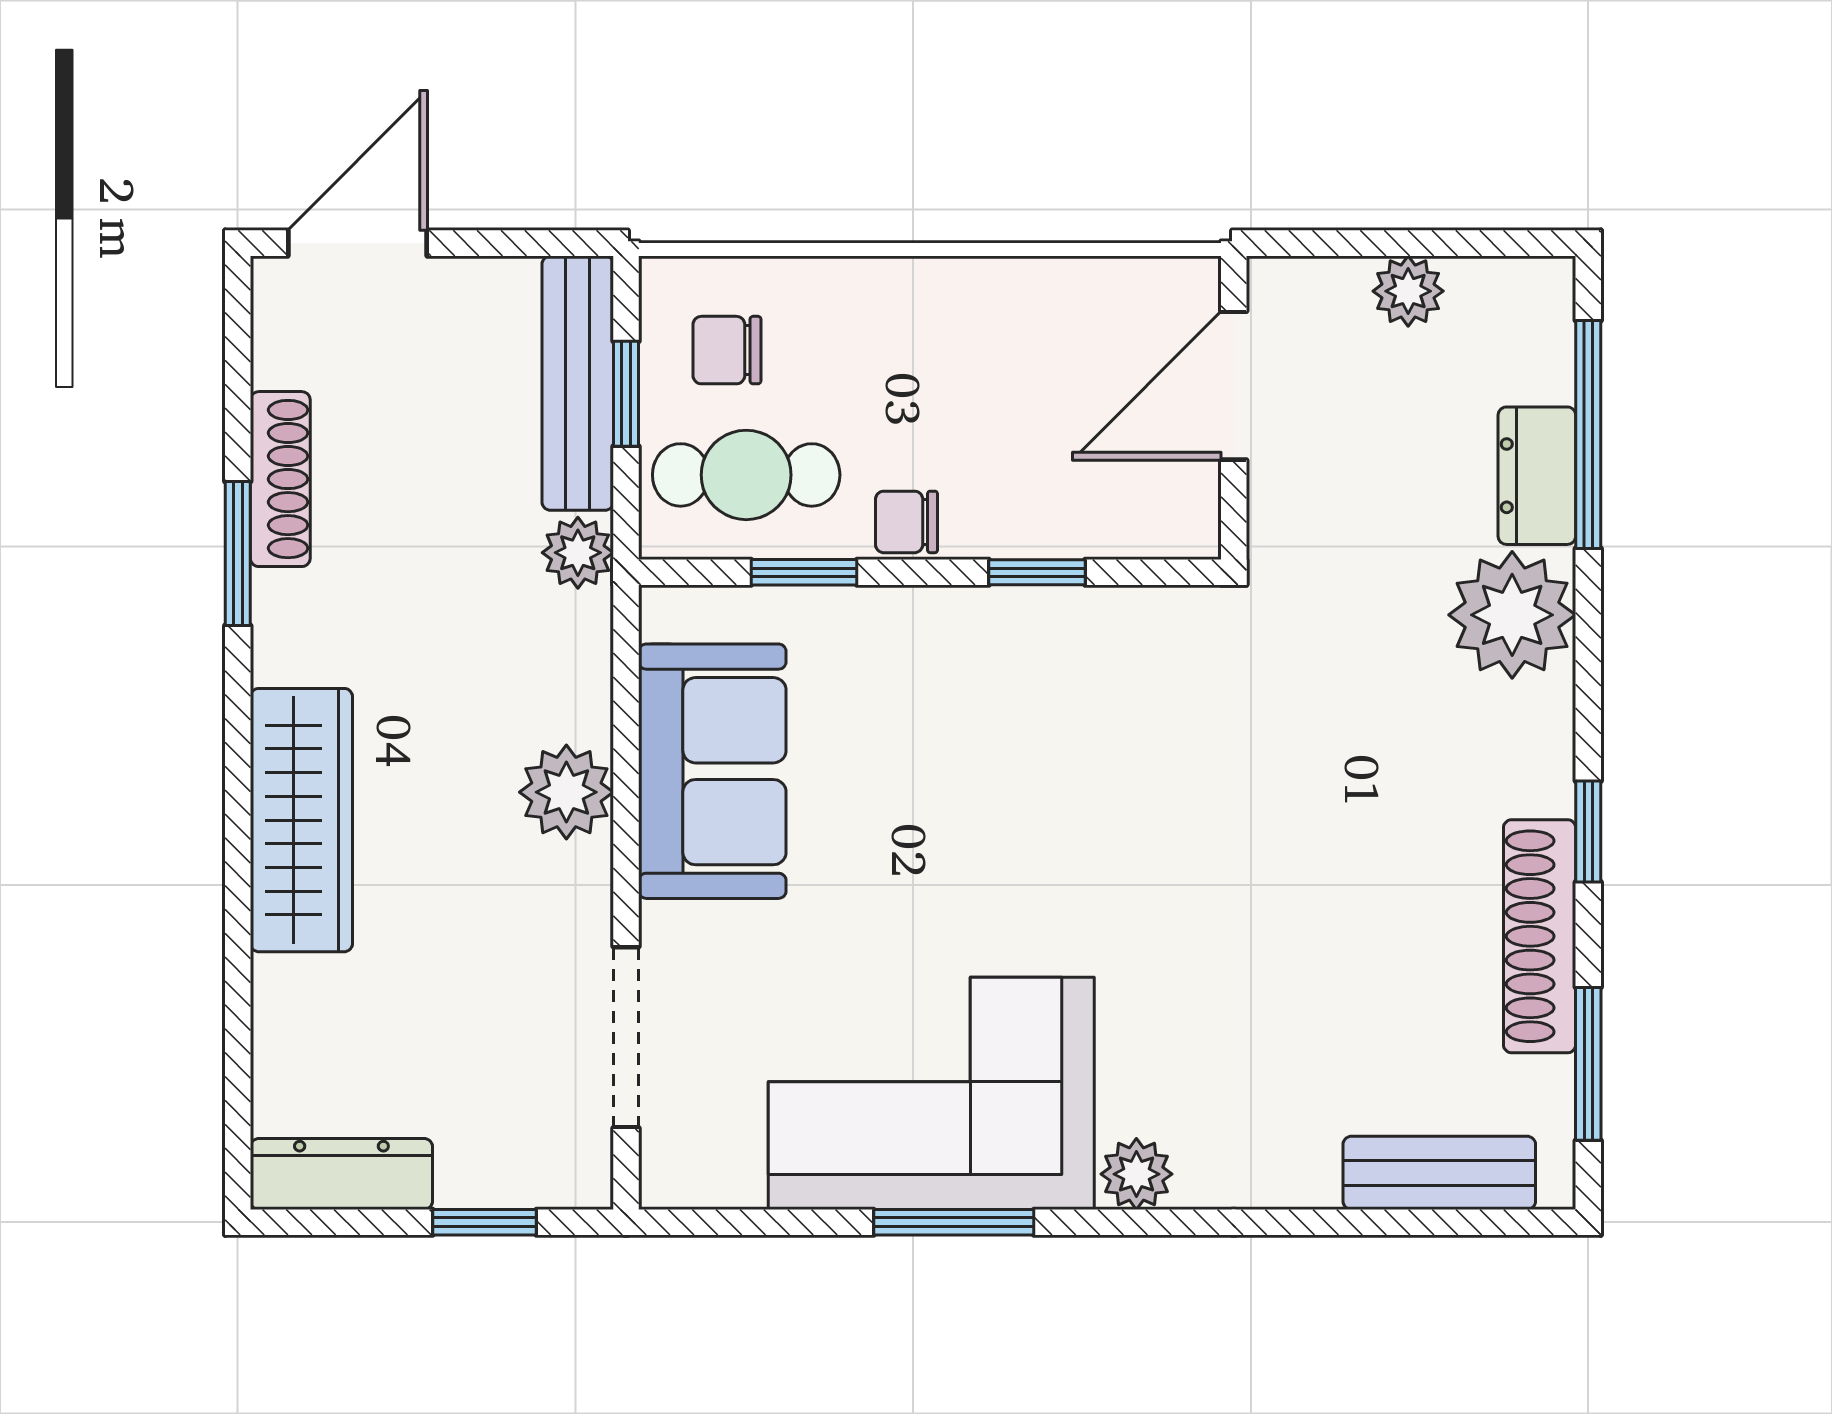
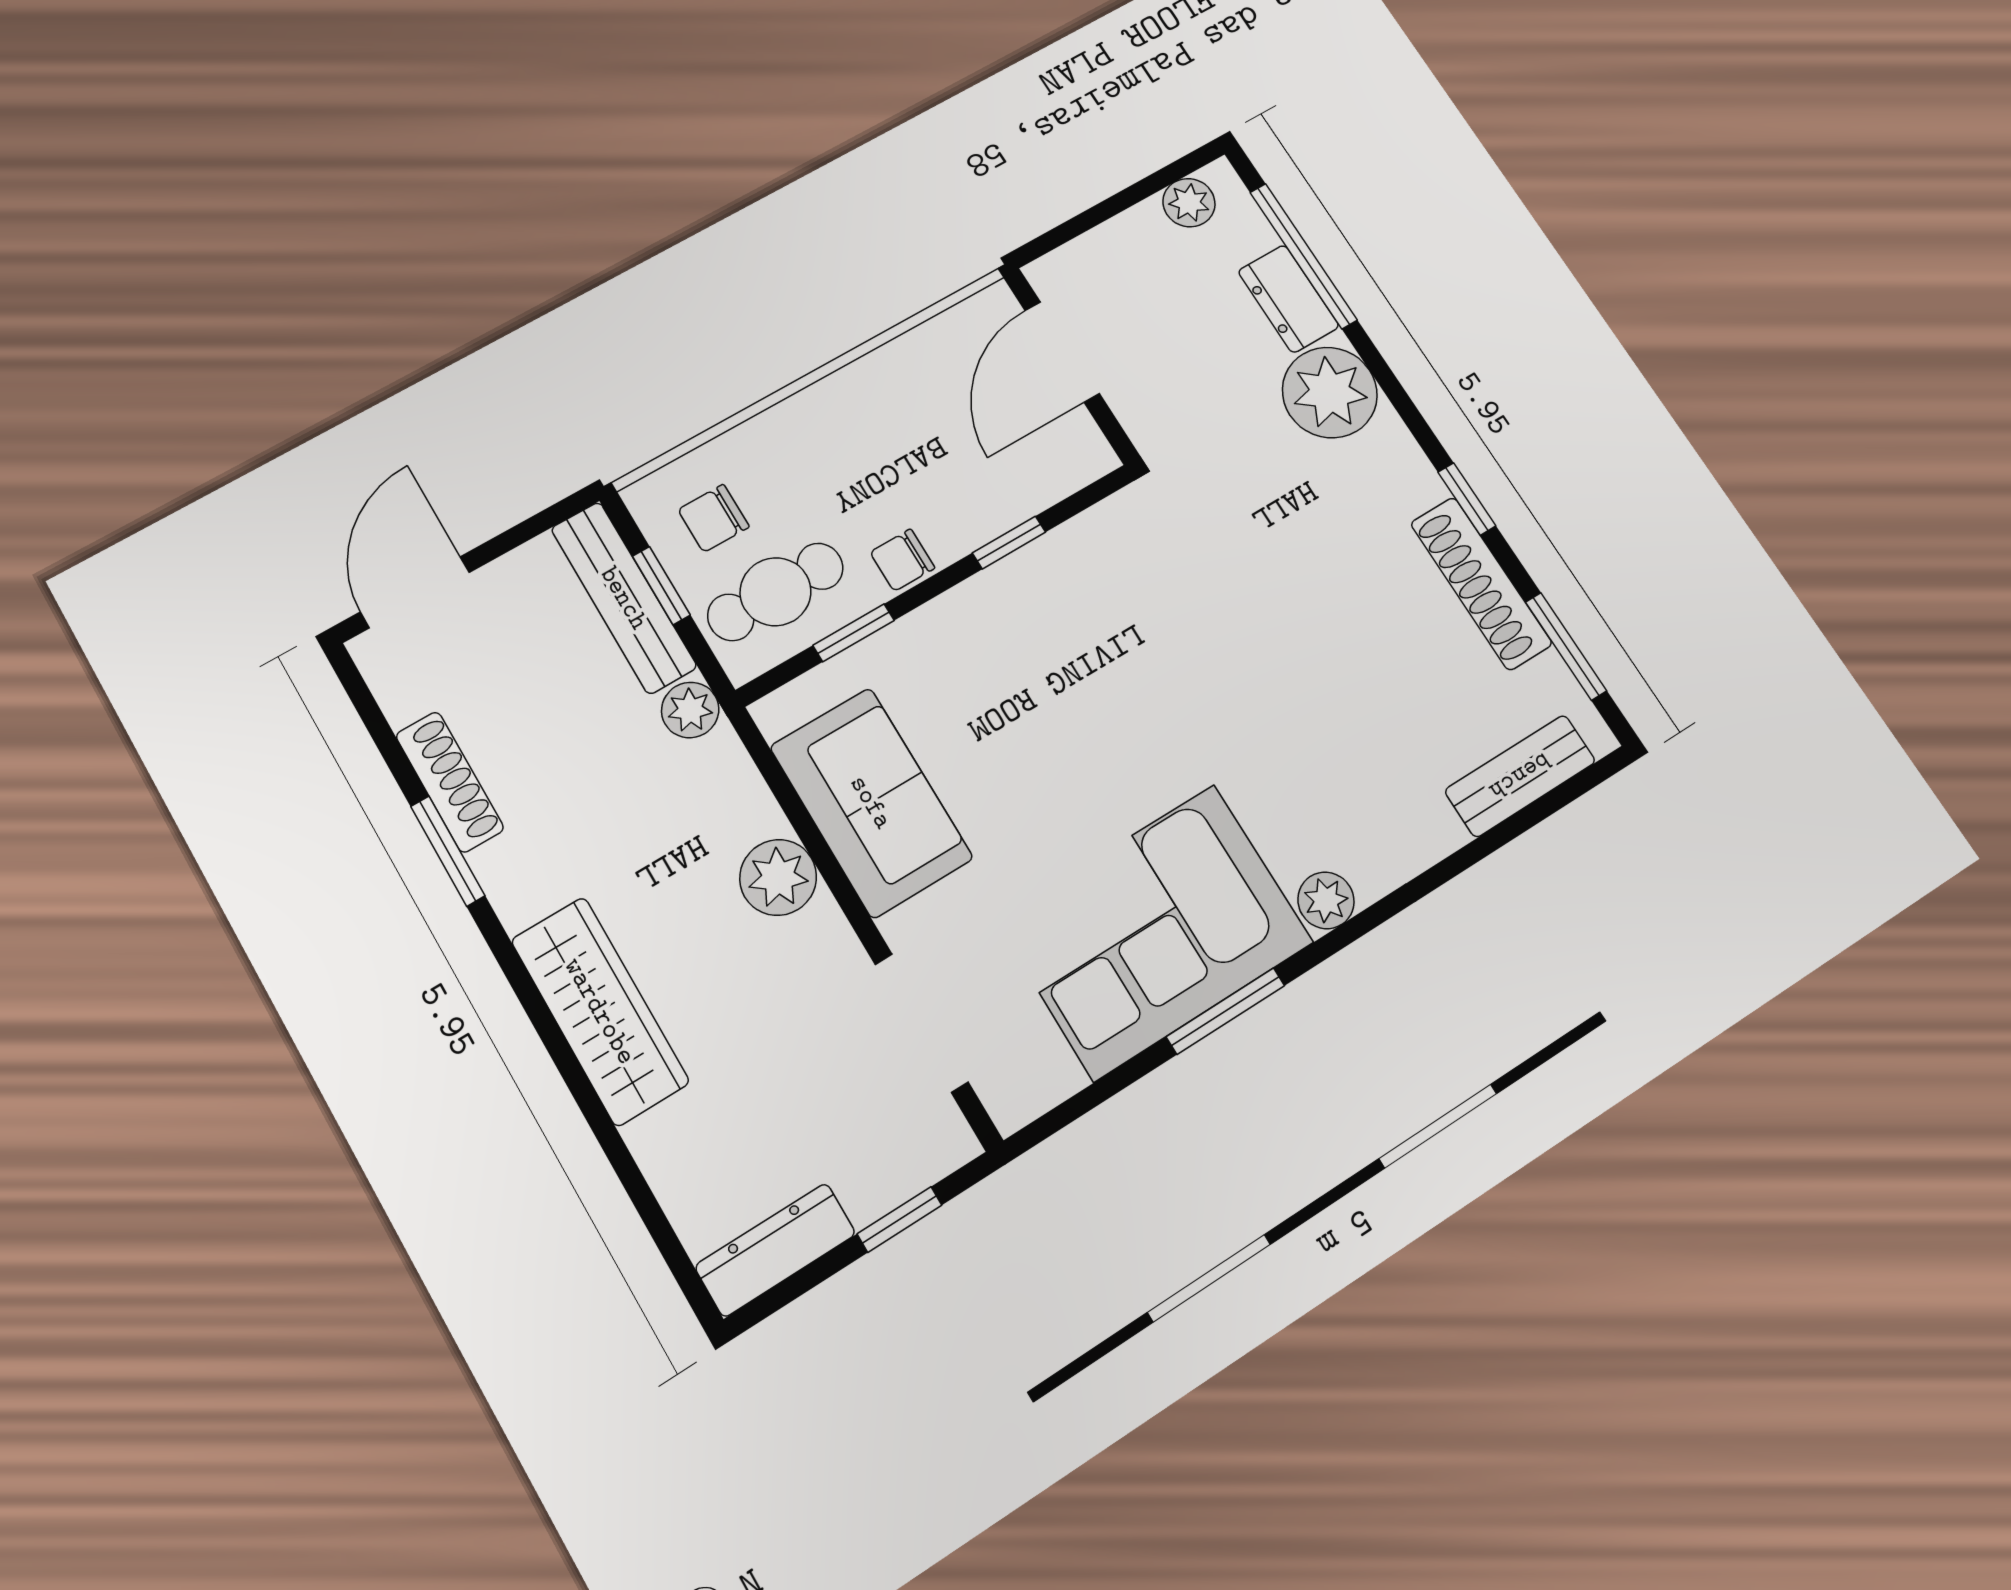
plant: (1408, 291) -> (1189, 203), moved

